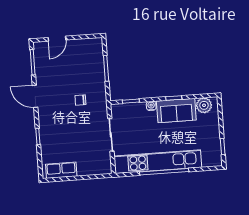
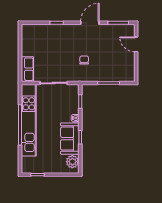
row of seats: (61, 170) -> (27, 69), moved

